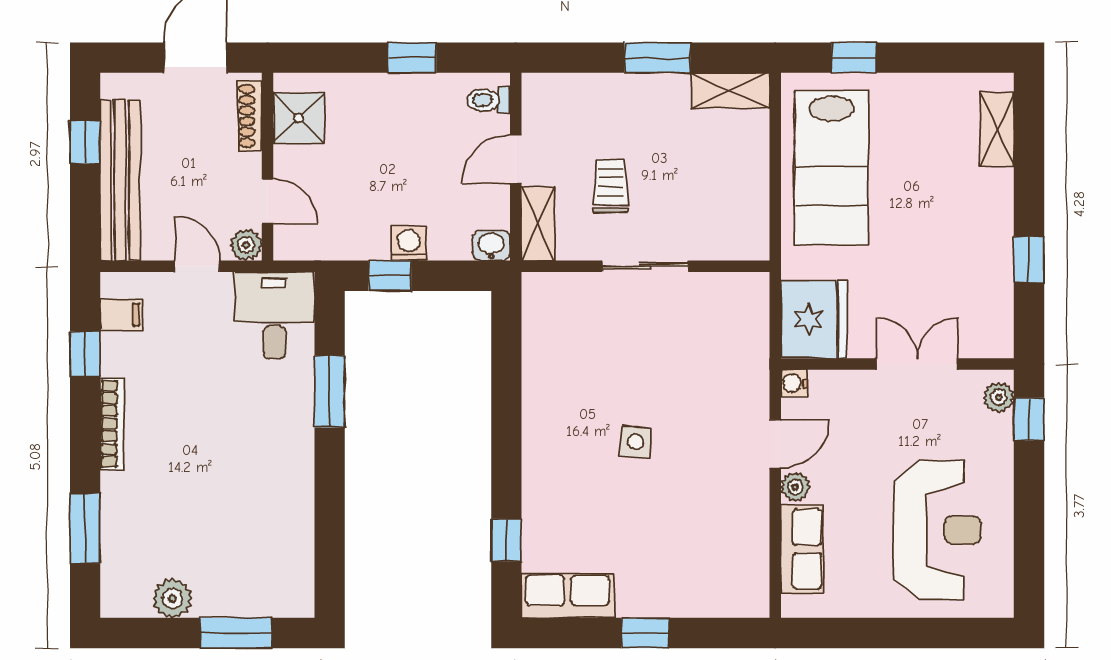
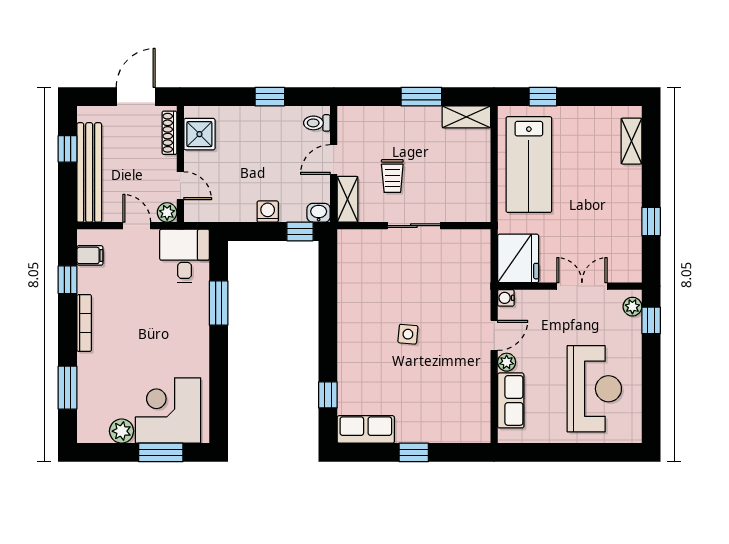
trolley: (611, 186) -> (392, 176), turned 180
window: (390, 276) -> (300, 232), moved
corner desk: (248, 565) -> (168, 410), added

